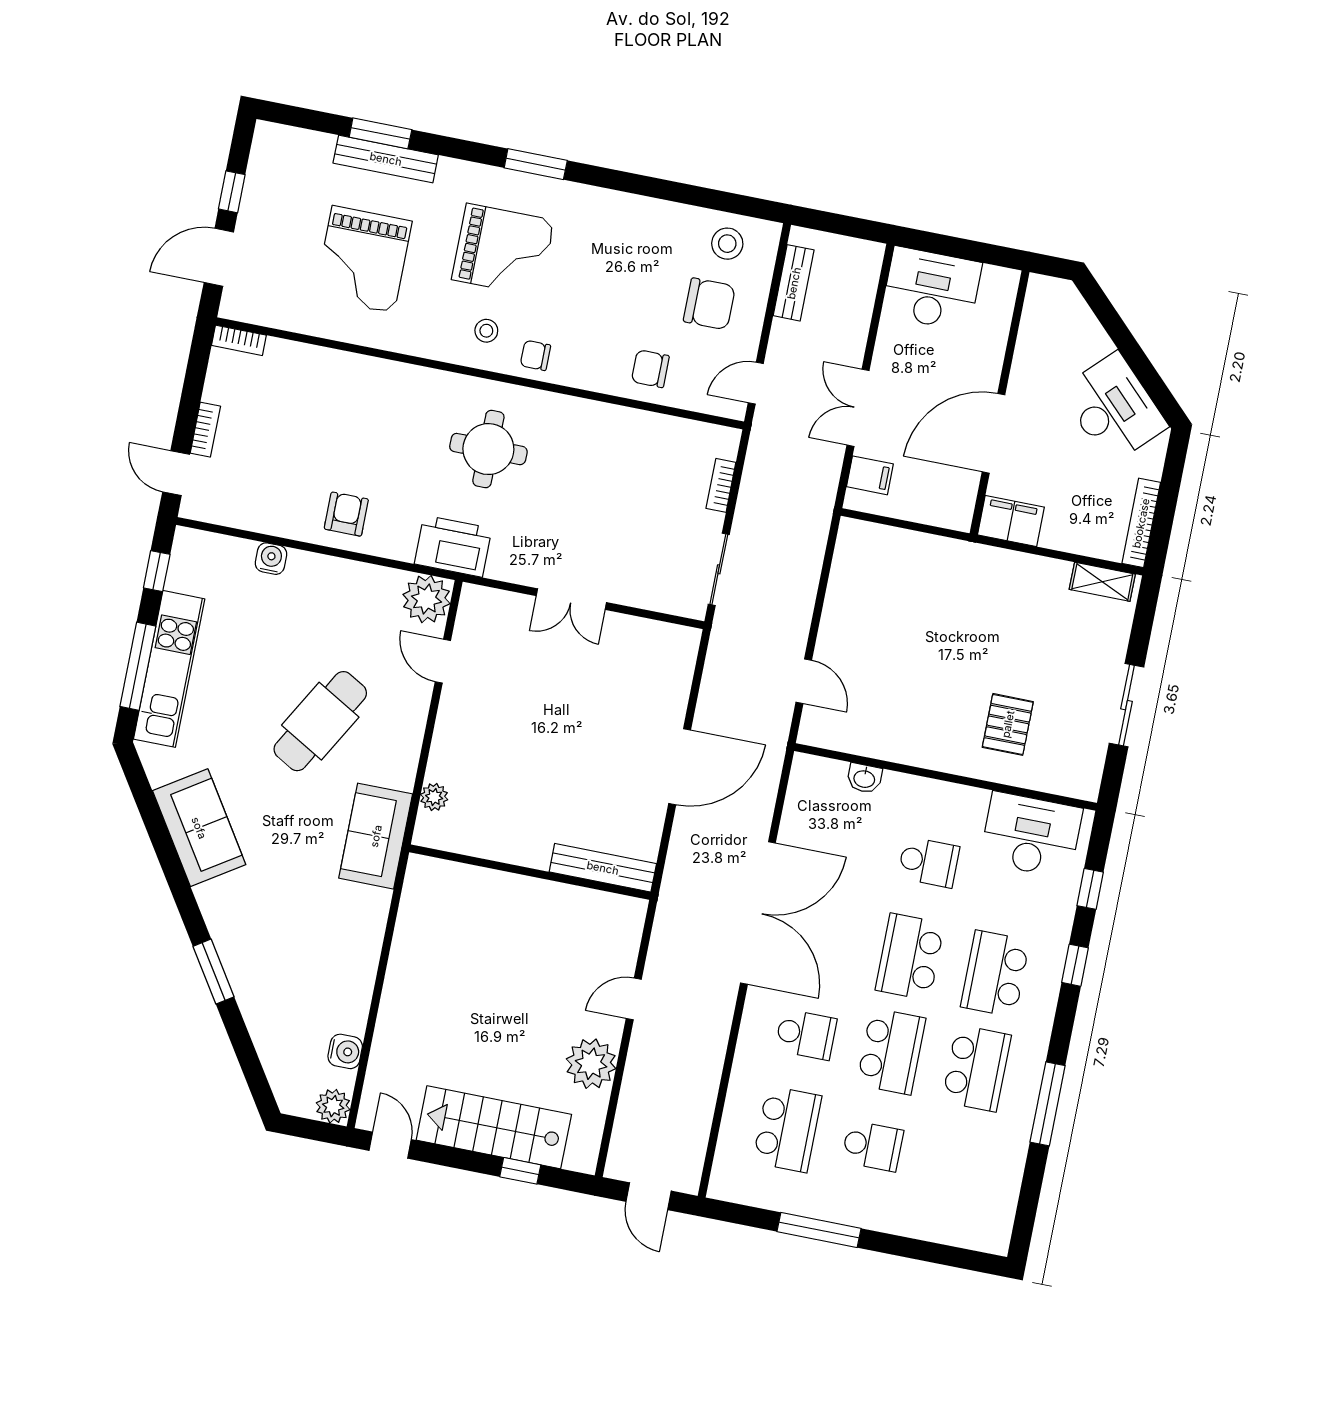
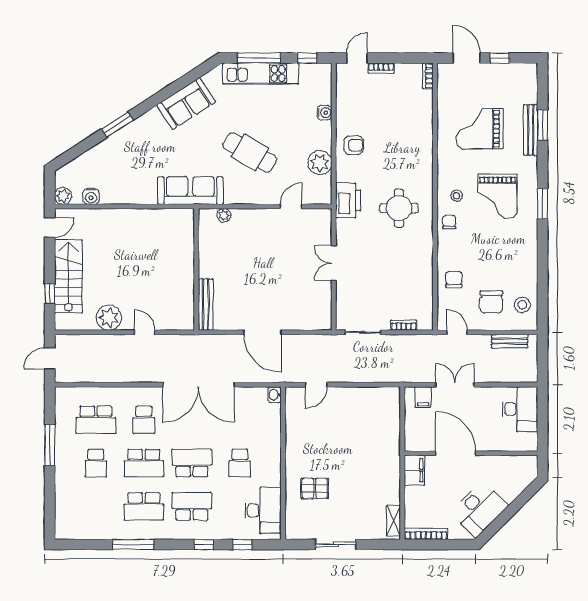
plant: (426, 599) -> (320, 163), moved
washbasin: (864, 778) -> (275, 395), moved
sofa: (376, 836) -> (190, 191), width x1.36

